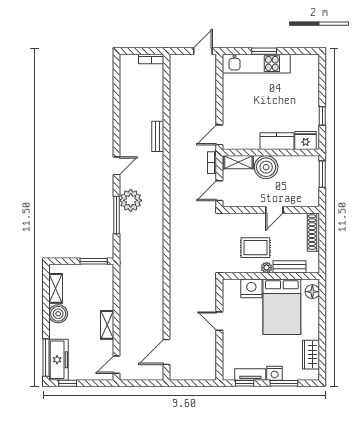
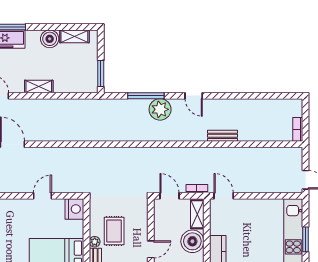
door: (274, 210) -> (151, 249), swing flipped
nightstand: (251, 288) -> (74, 209), moved

